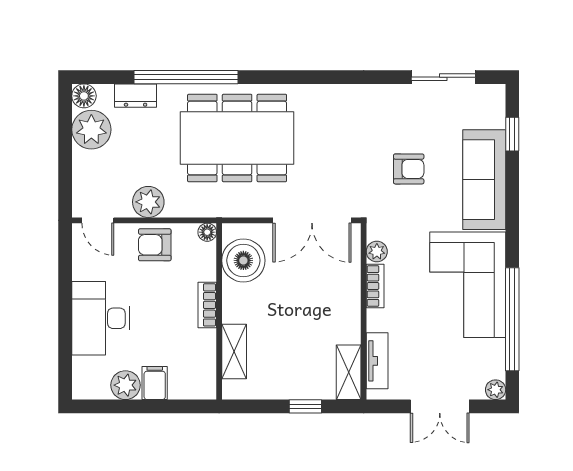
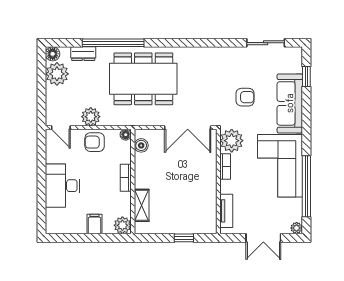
plant: (377, 252) -> (232, 141), width x1.88, depth x1.88
boiler: (243, 260) -> (141, 145), width x0.54, depth x0.54
shelving: (349, 372) -> (209, 218), removed
plant: (125, 385) -> (122, 225), moved

